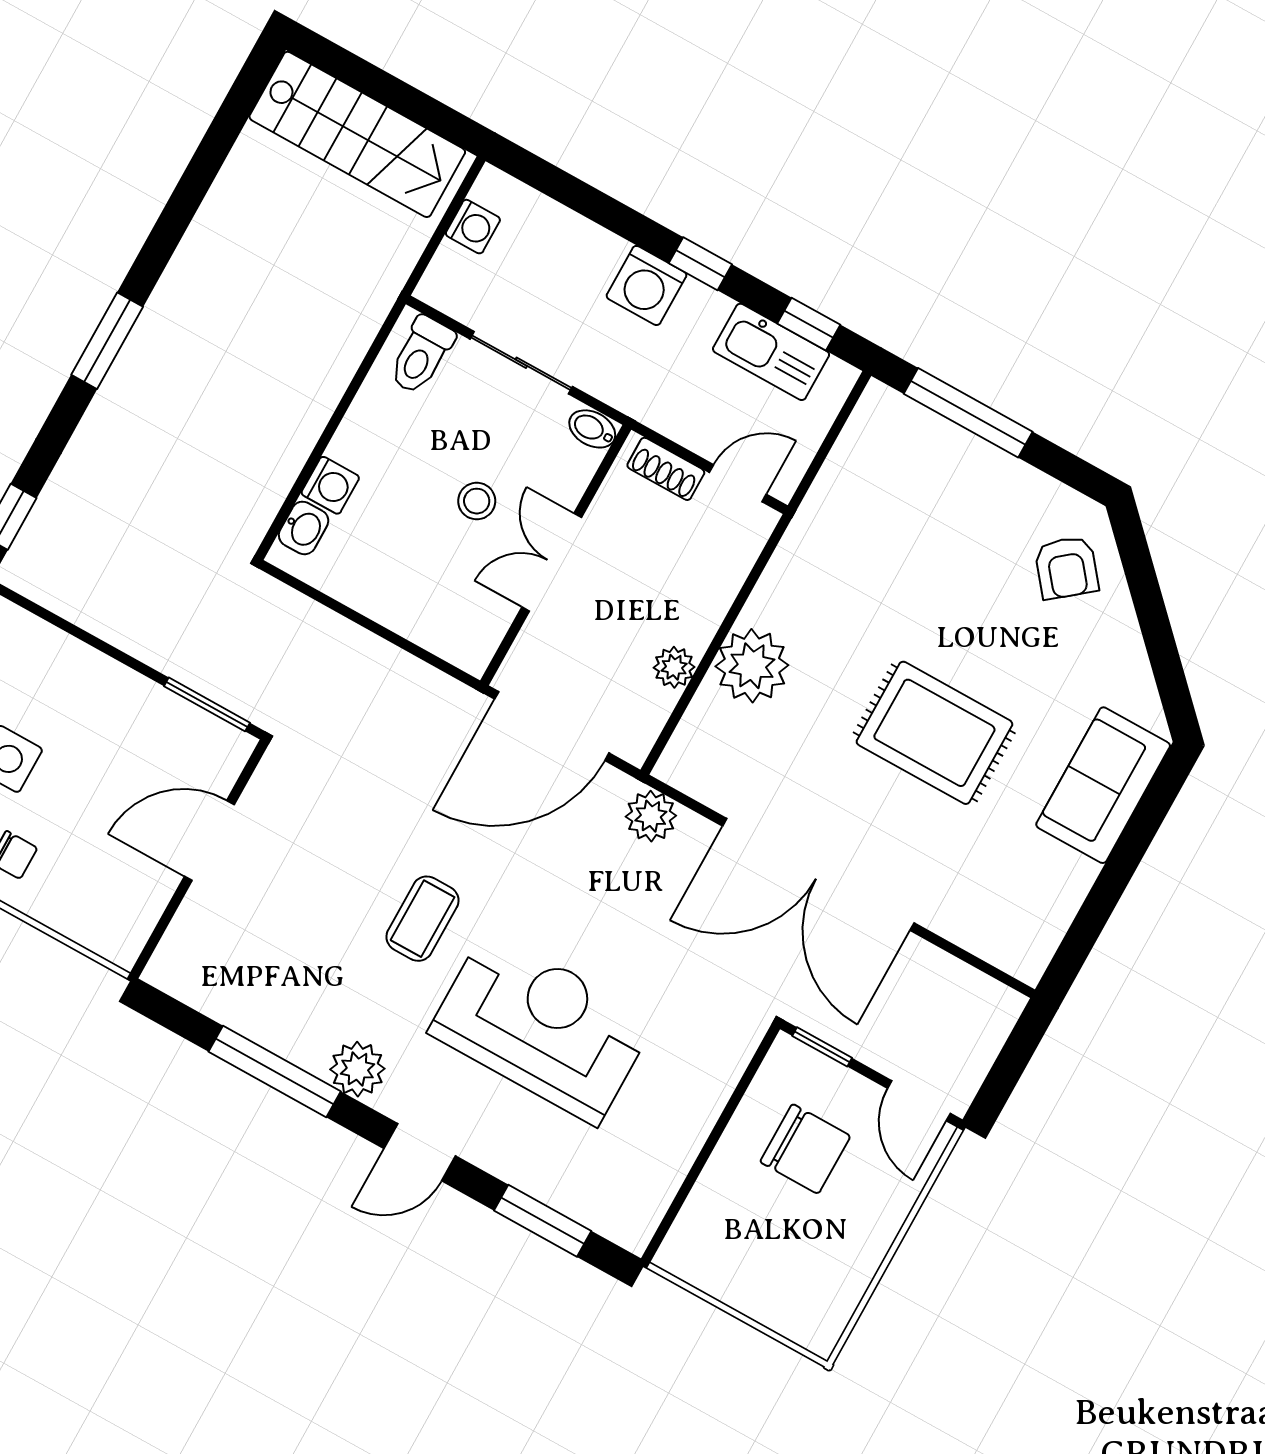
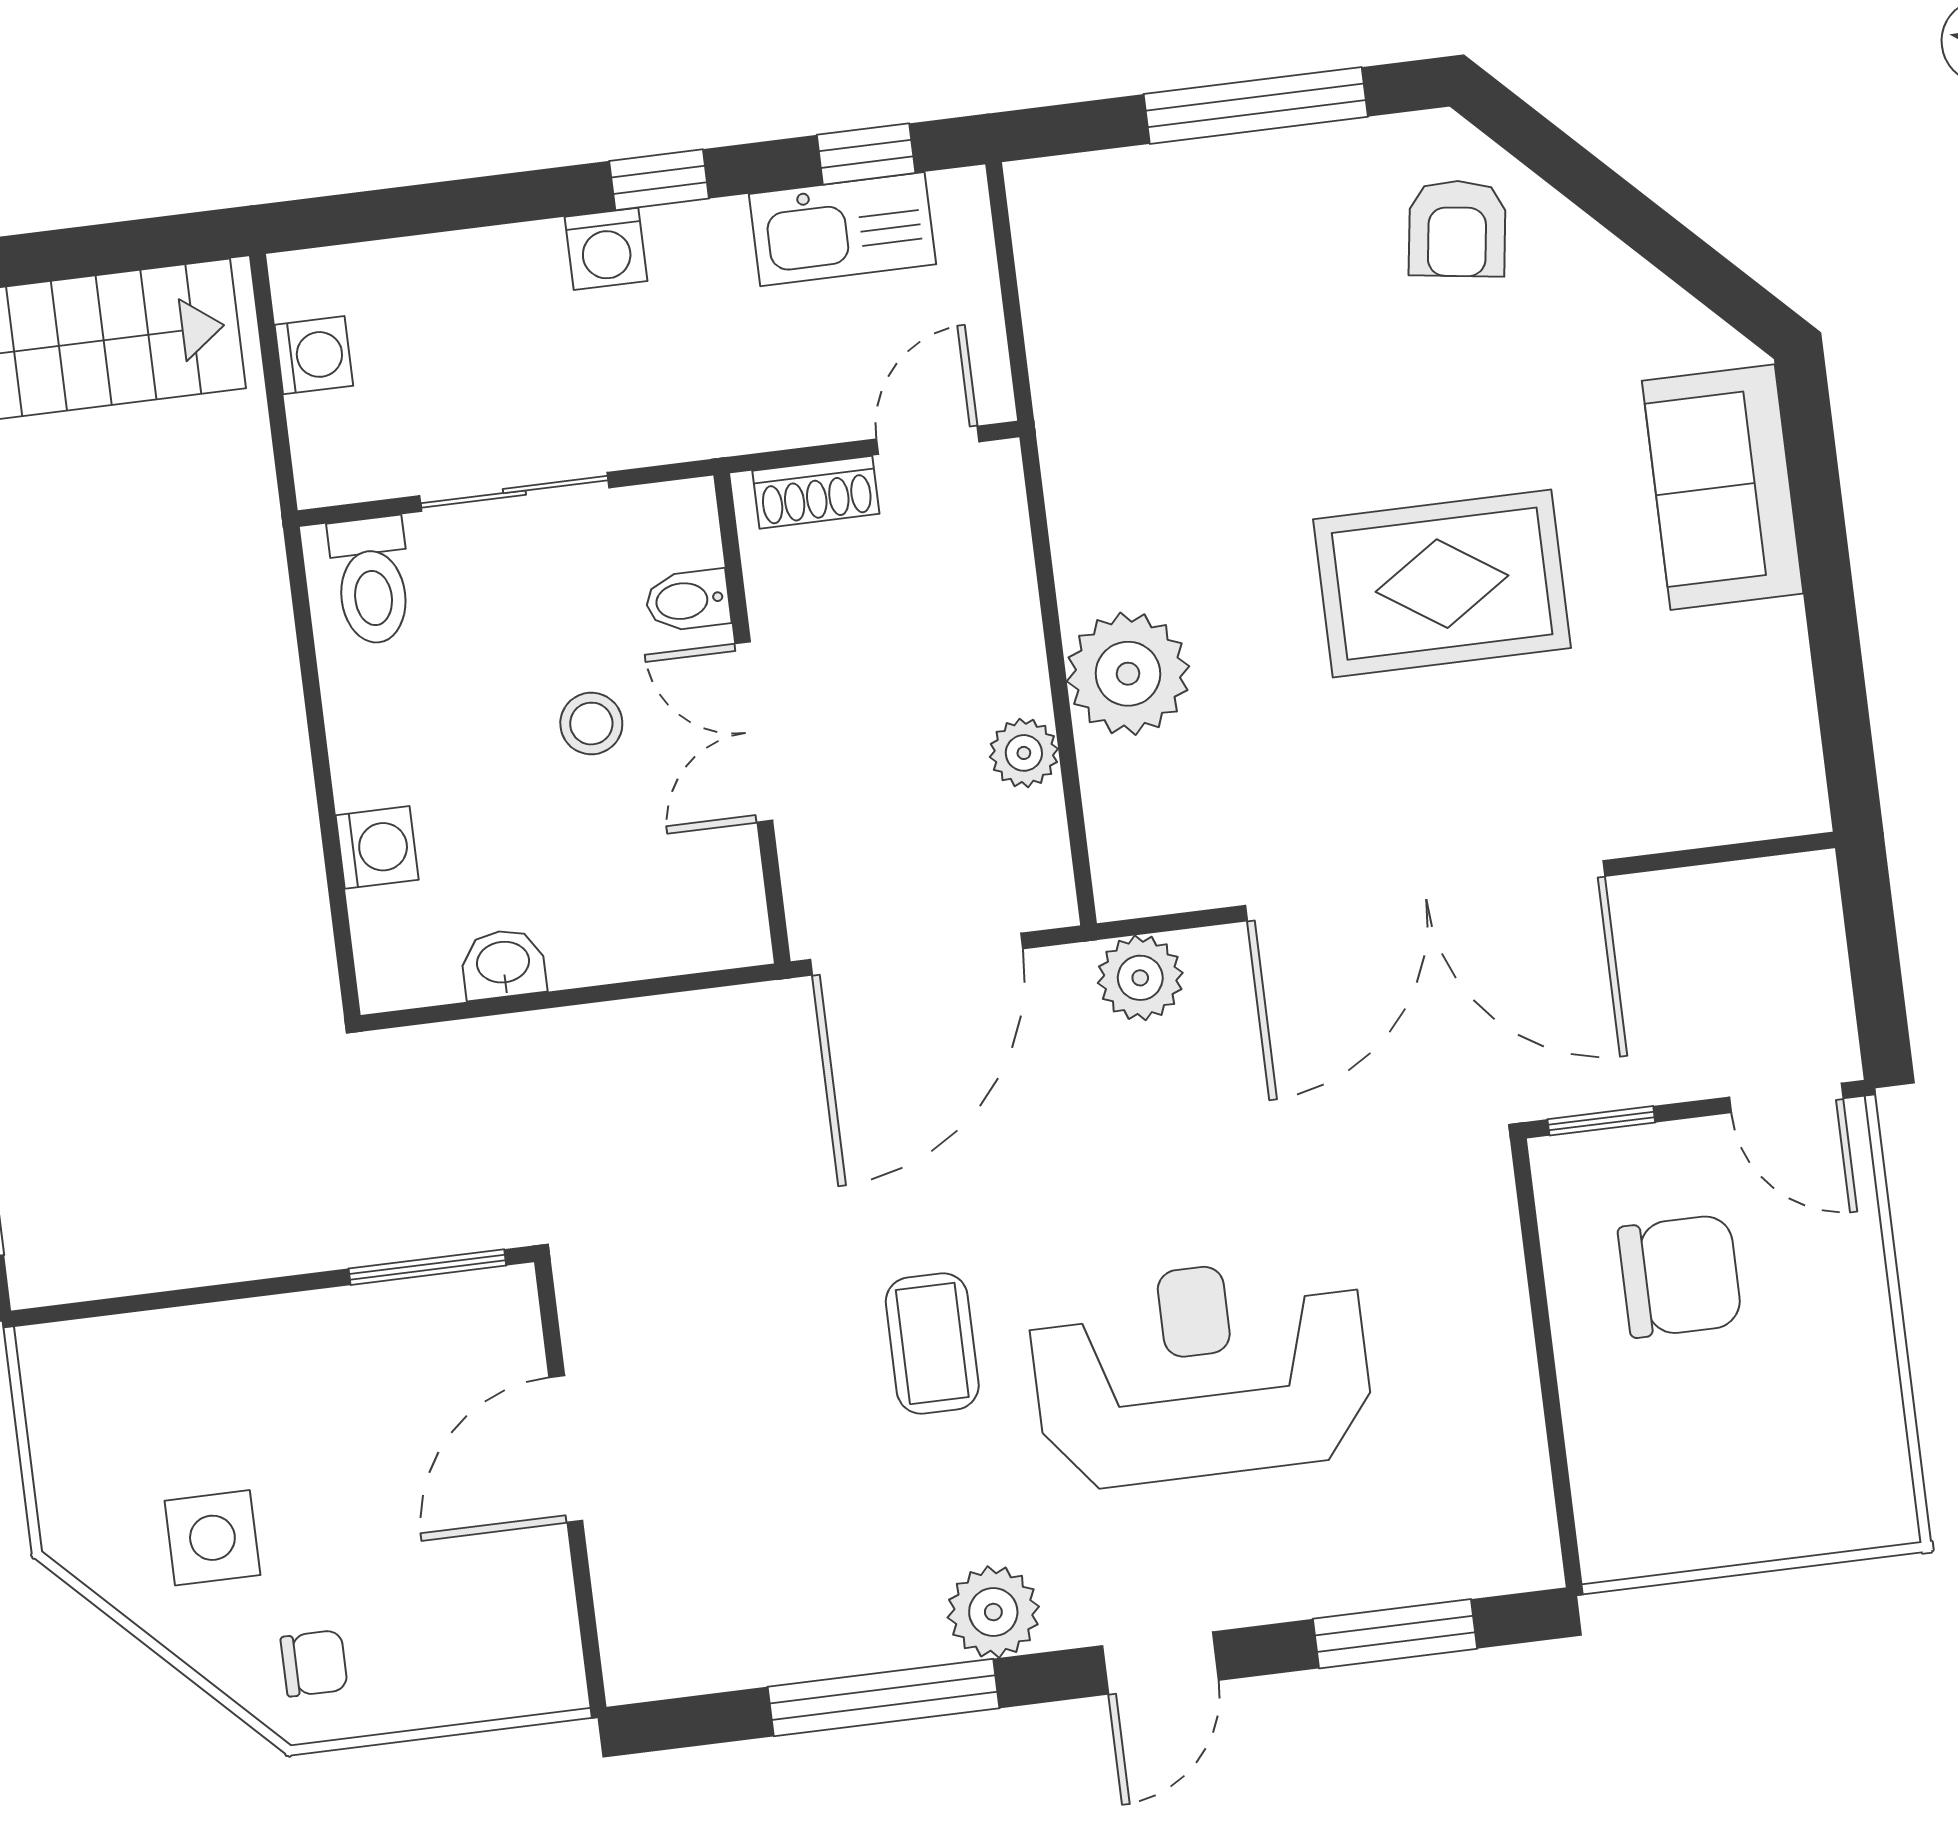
washing machine: (647, 285) -> (606, 249), width x0.73, depth x0.73
window: (968, 413) -> (1256, 105), moved
bidet: (592, 429) -> (688, 600), moved
washbasin: (304, 528) -> (503, 964), moved, turned -90
armchair: (1067, 568) -> (1457, 229), turned 47

